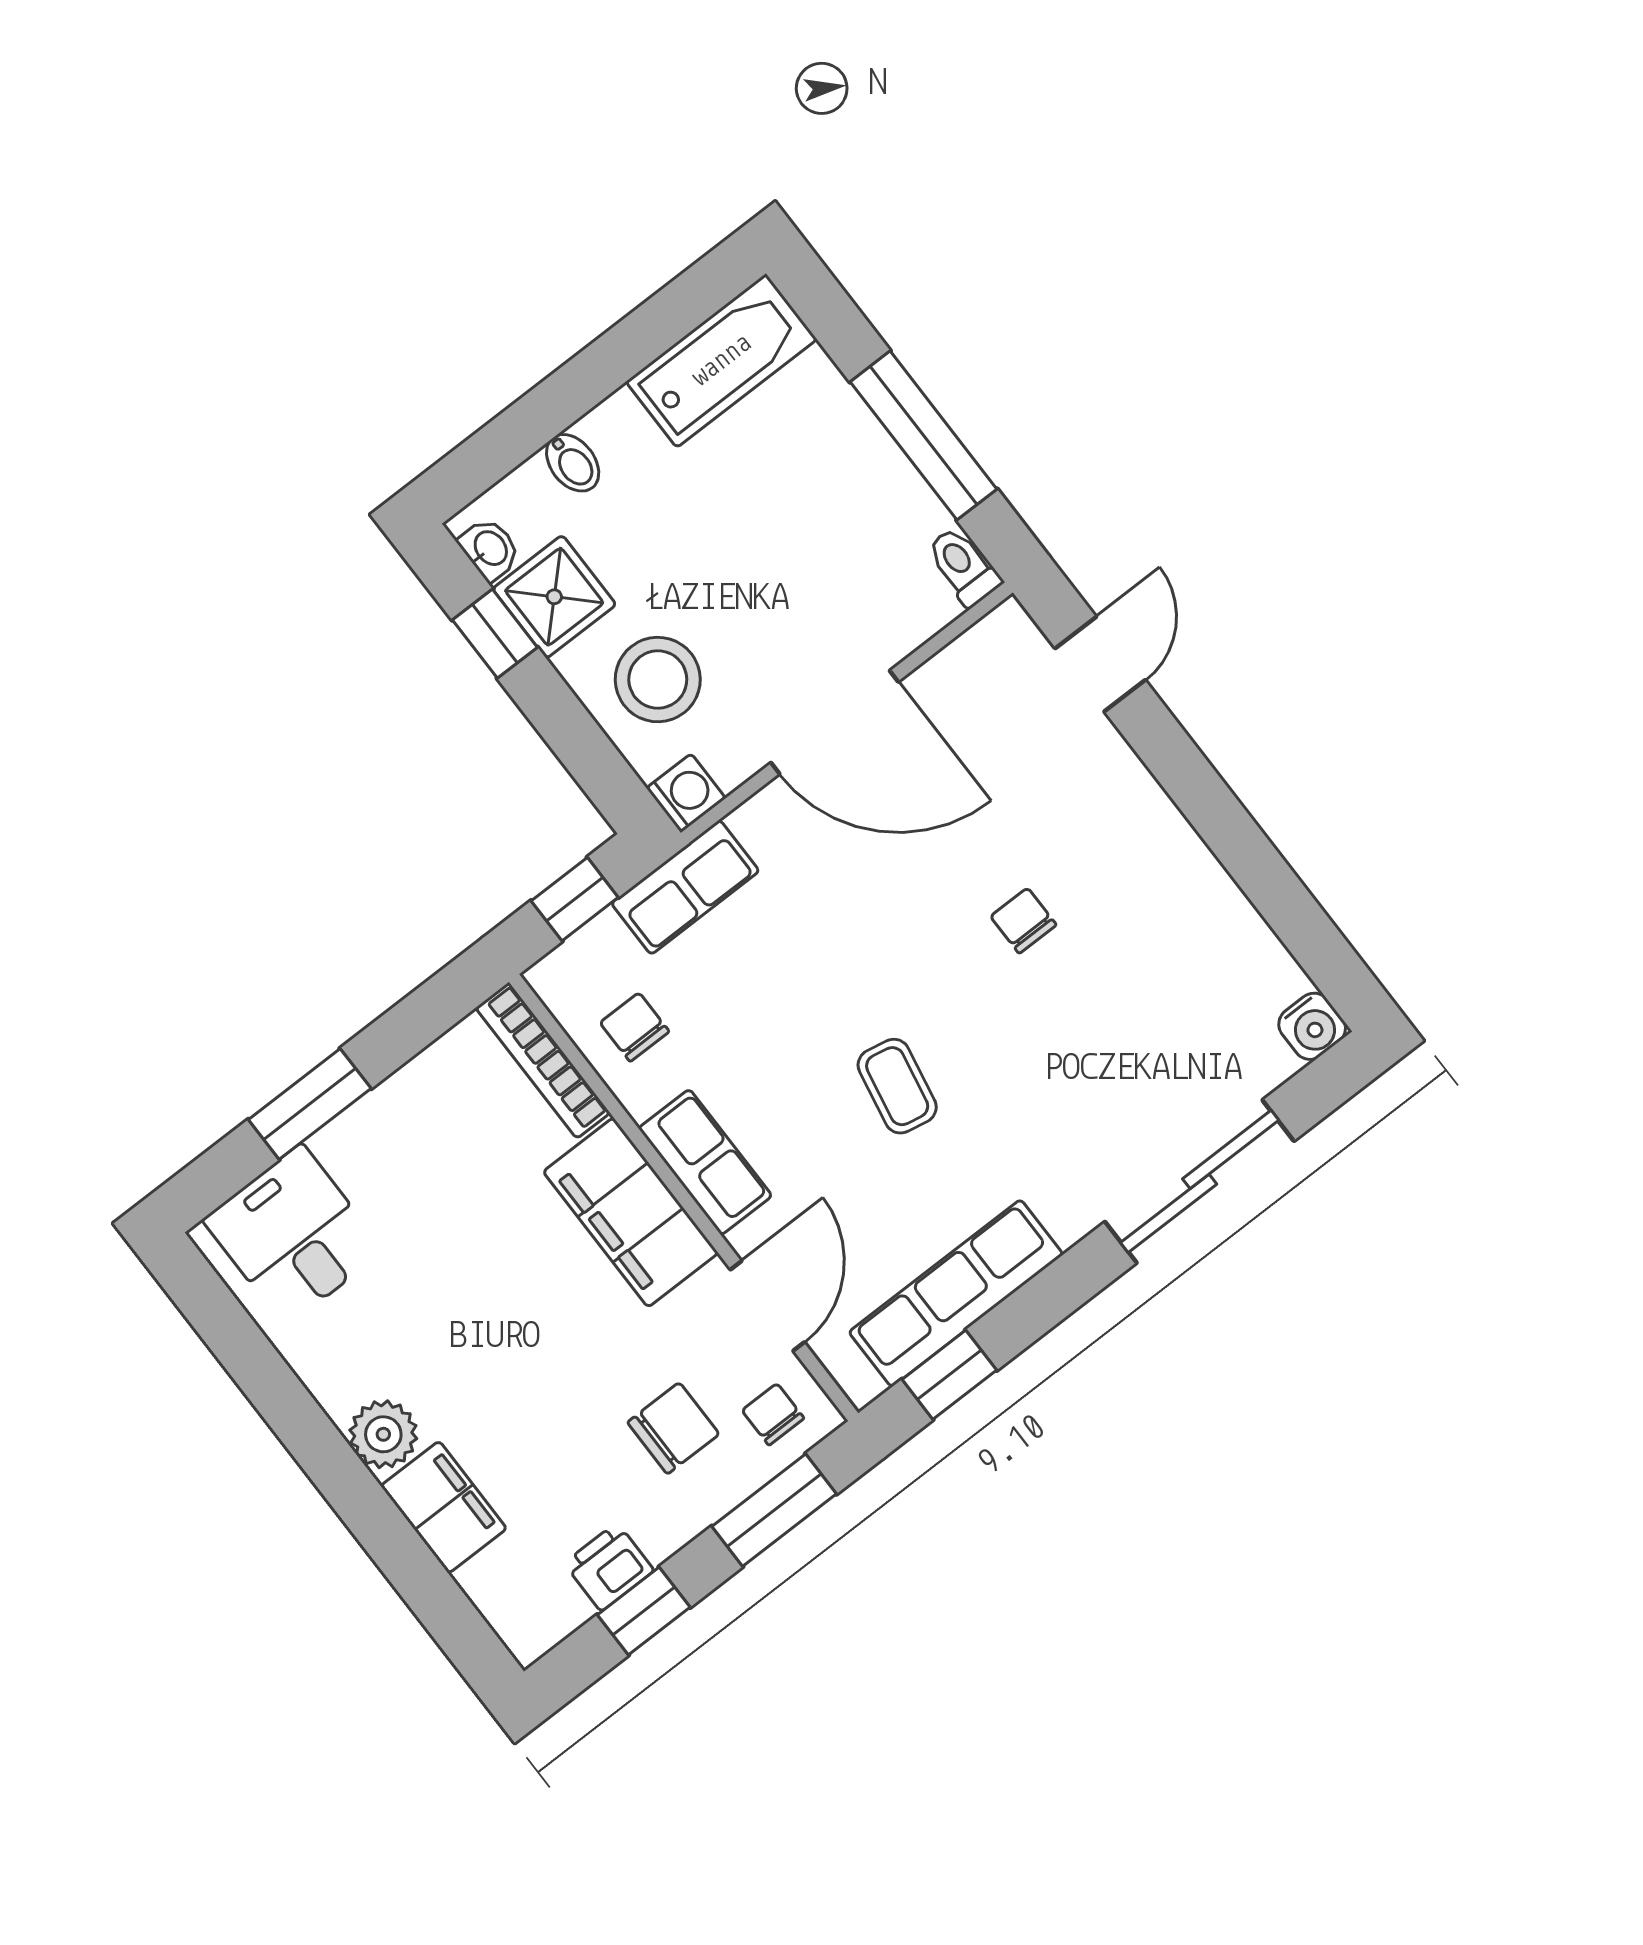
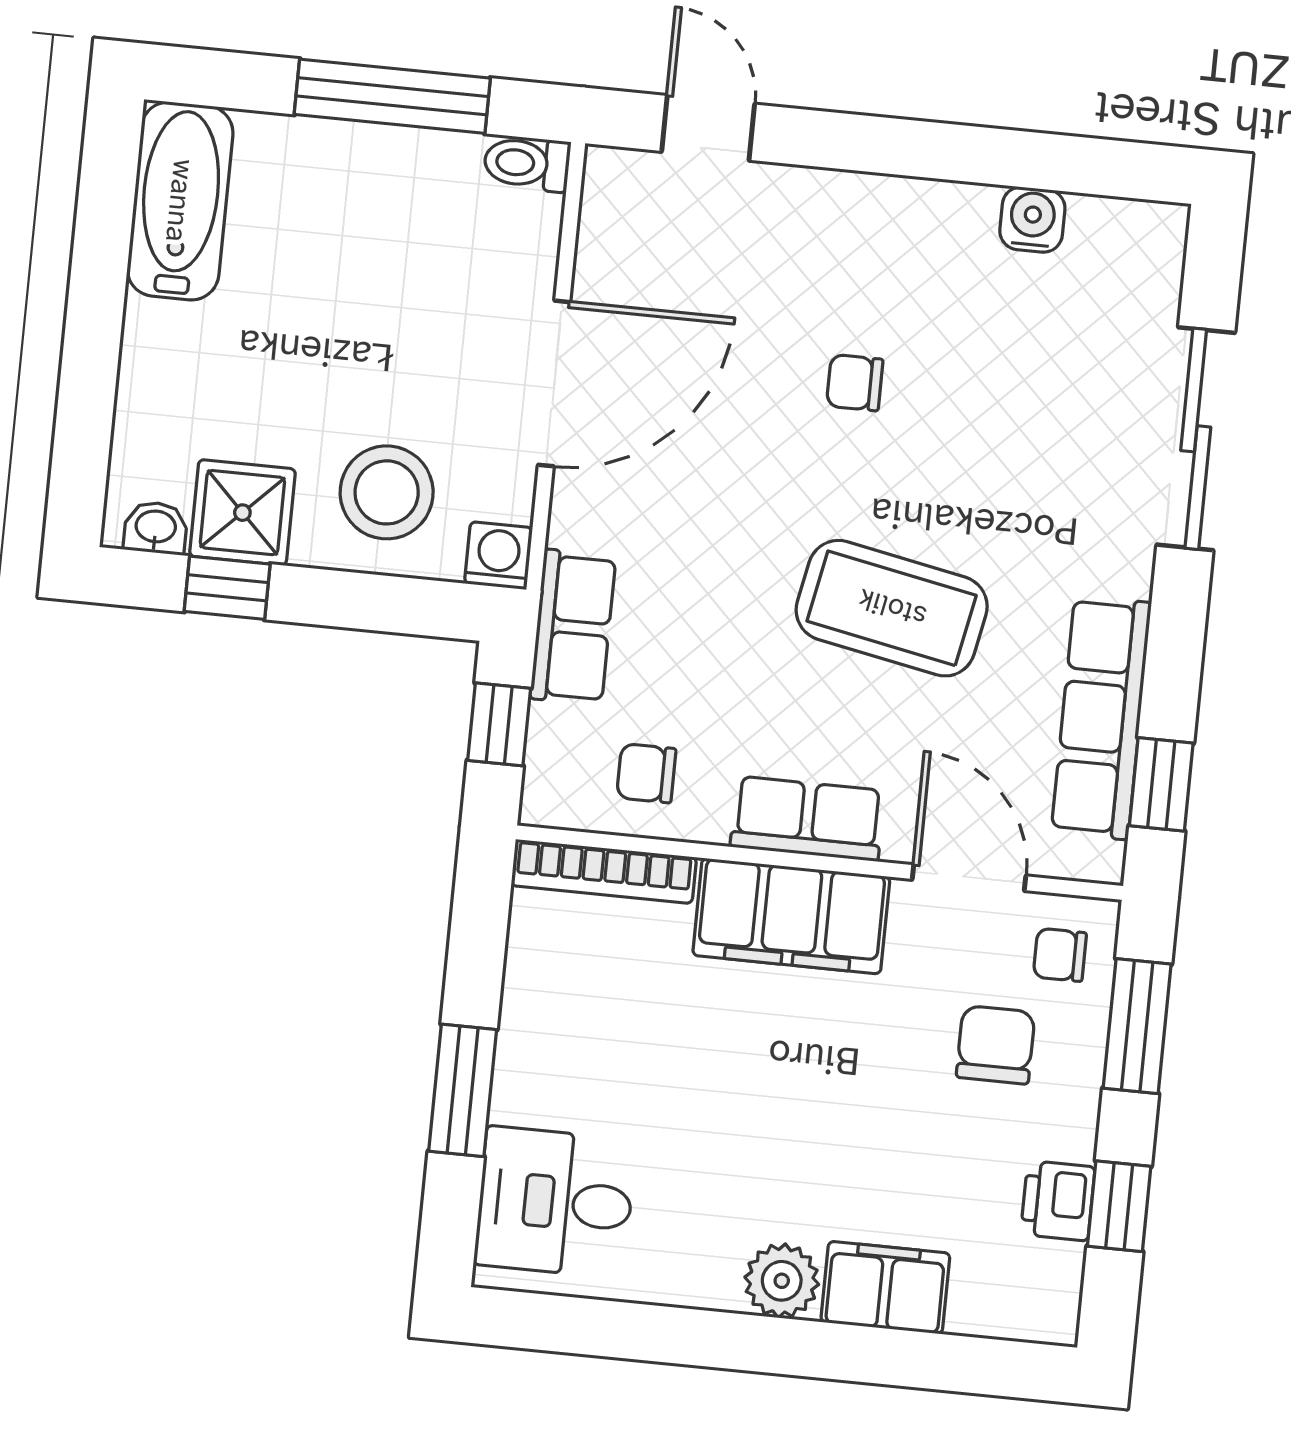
bidet: (573, 463) -> (149, 397), removed
water cooler: (1312, 1026) -> (1032, 220), moved, turned -90
coffee table: (897, 1086) -> (892, 608), width x1.86, depth x1.72

